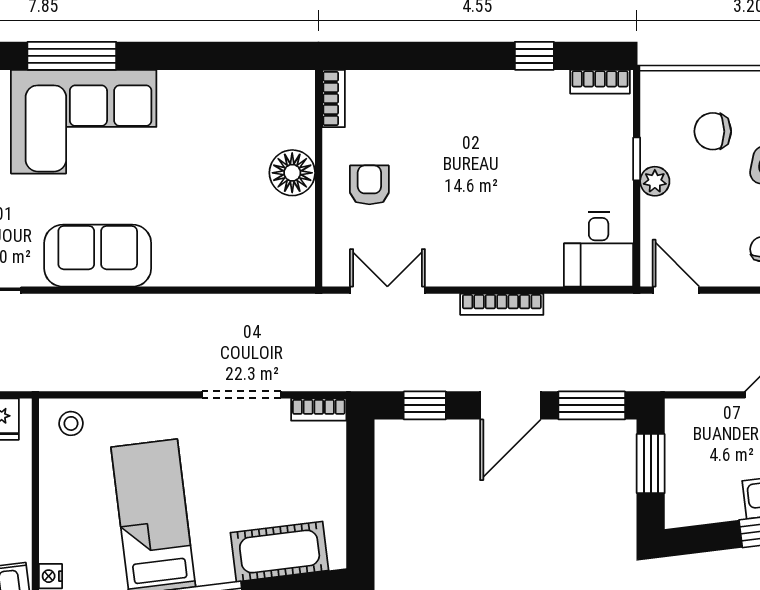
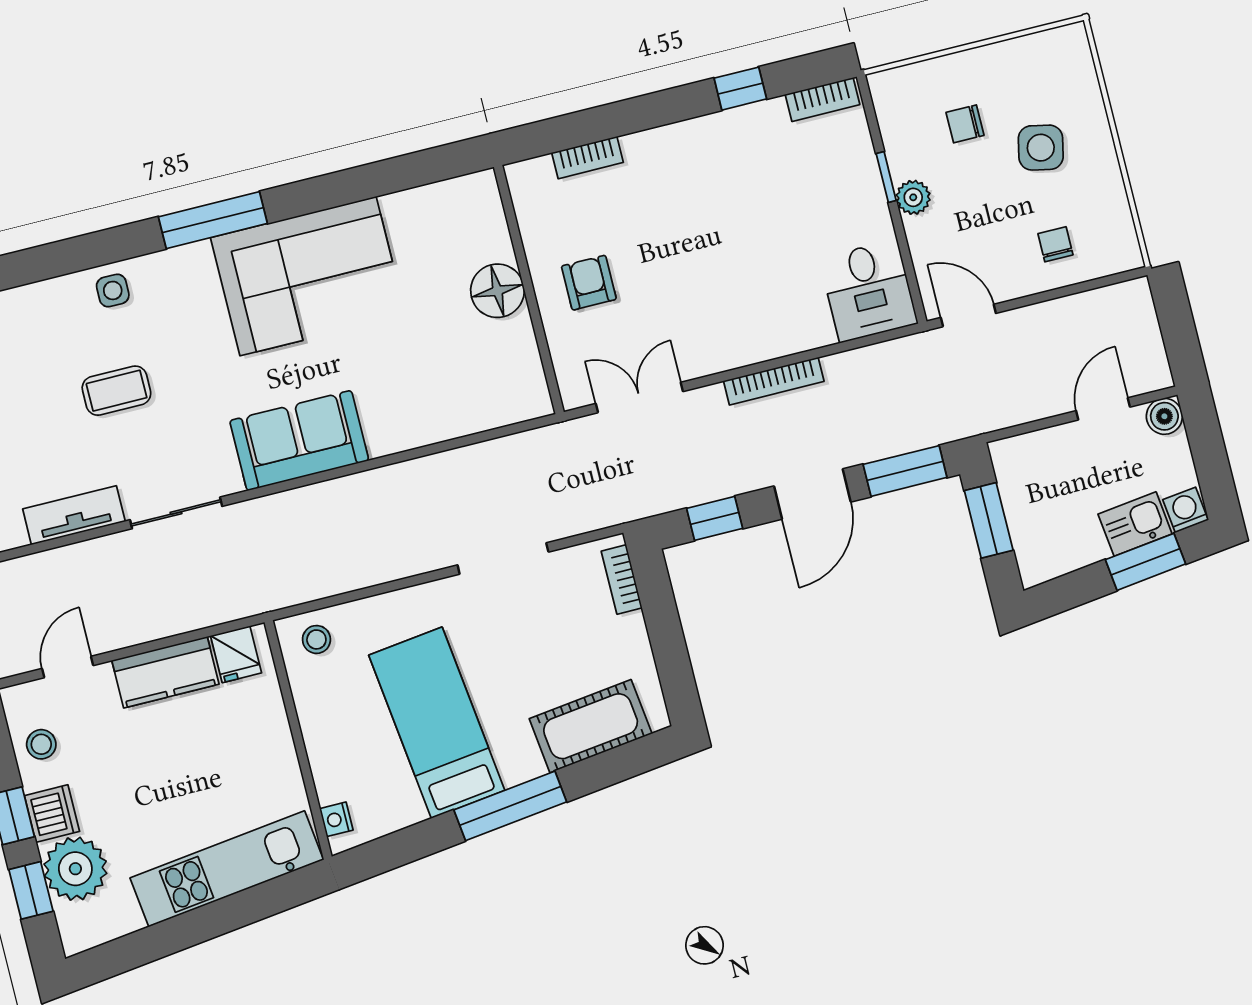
bookcase: (333, 99) -> (588, 158), moved, turned 90
corner sofa: (84, 122) -> (308, 276), moved
chair: (713, 131) -> (965, 124), width x0.73, depth x0.73
bookcase: (319, 410) -> (622, 579), moved, turned 90

